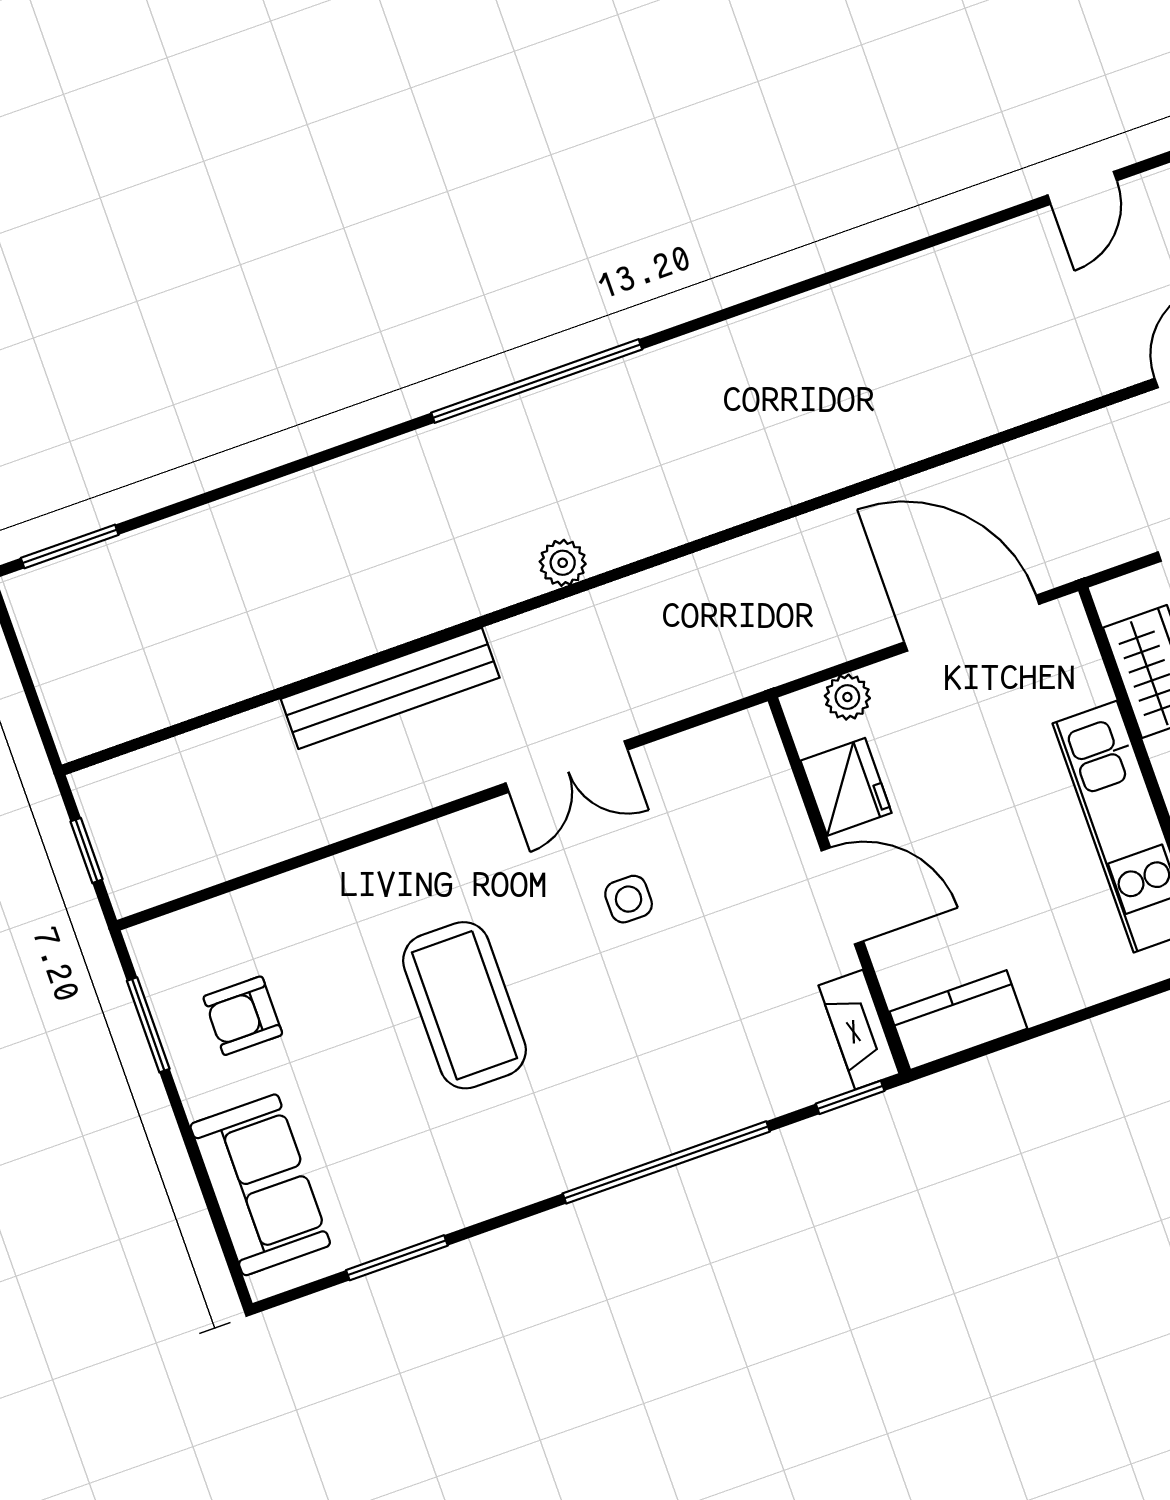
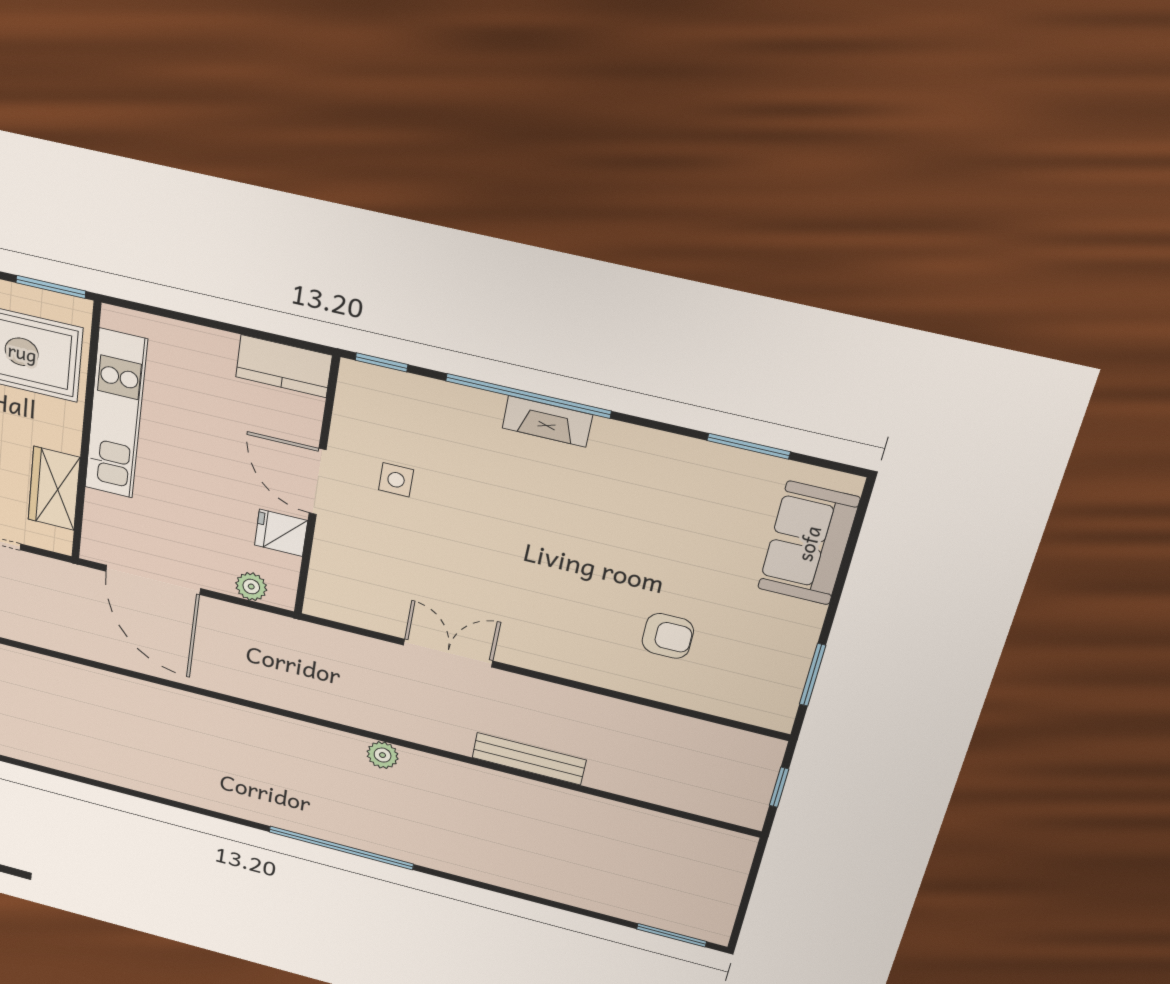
bench: (390, 688) -> (529, 759), width x0.73, depth x0.82
fridge: (846, 787) -> (281, 533), width x0.72
side table: (629, 899) -> (396, 480), moved
coffee table: (464, 1005) -> (600, 565), removed
armchair: (243, 1016) -> (668, 636), moved
fireplace: (859, 1030) -> (547, 421), moved, turned 90

